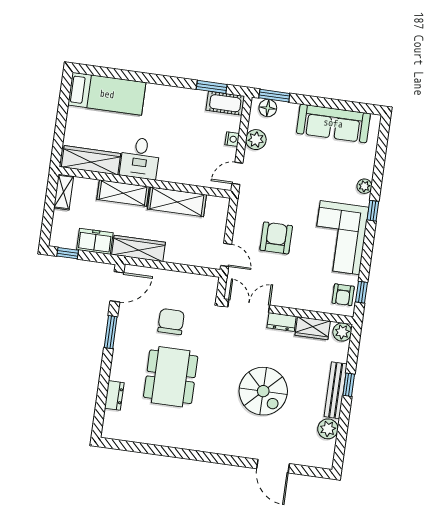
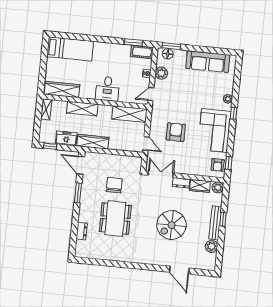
desk: (140, 158) -> (107, 89), moved
shelving: (177, 202) -> (130, 114), moved
door: (117, 287) -> (81, 165), swing flipped
spiral stairs: (263, 391) -> (172, 225), turned 90

